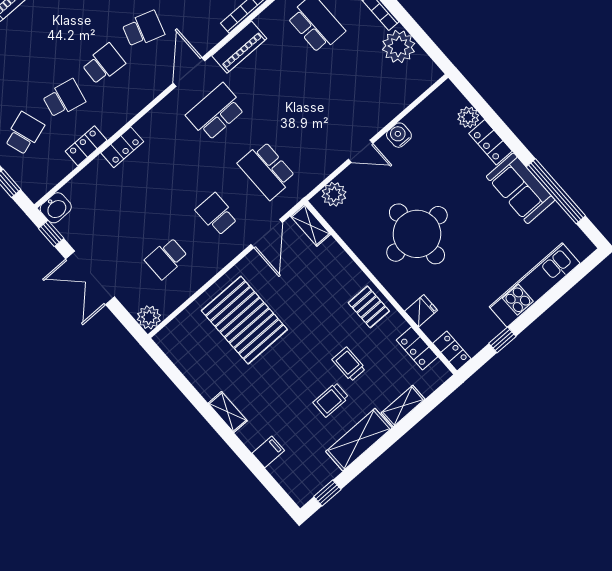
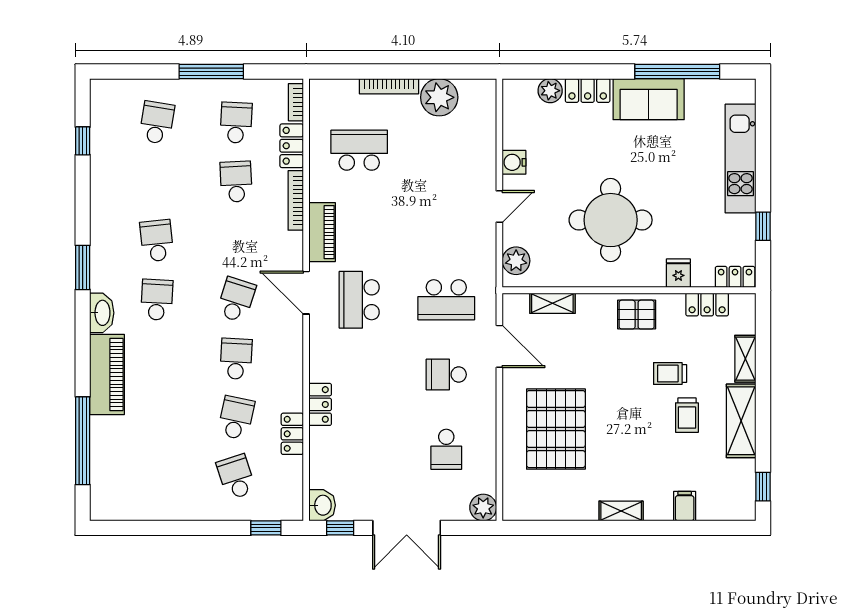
shelving: (311, 225) -> (552, 303), moved
pallet: (244, 320) -> (556, 429), turned 90

